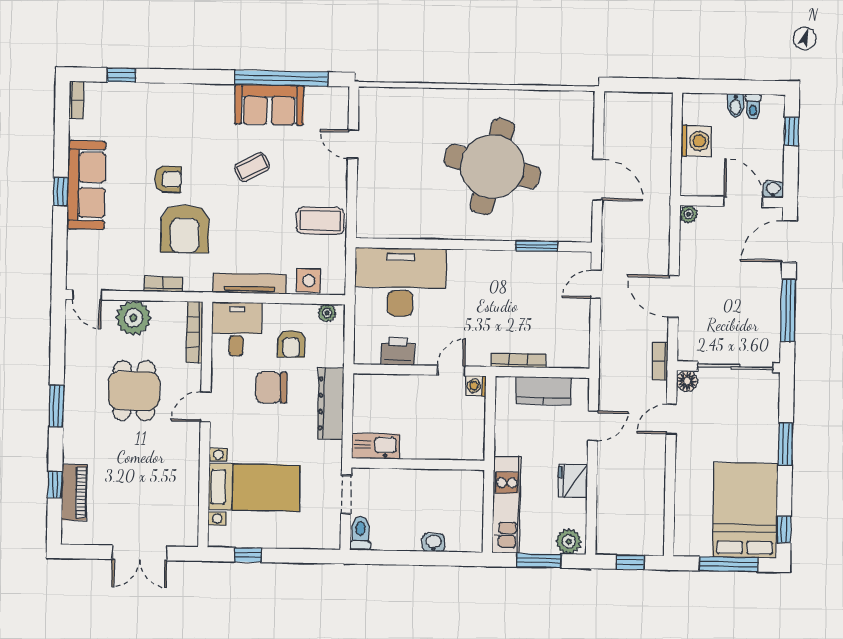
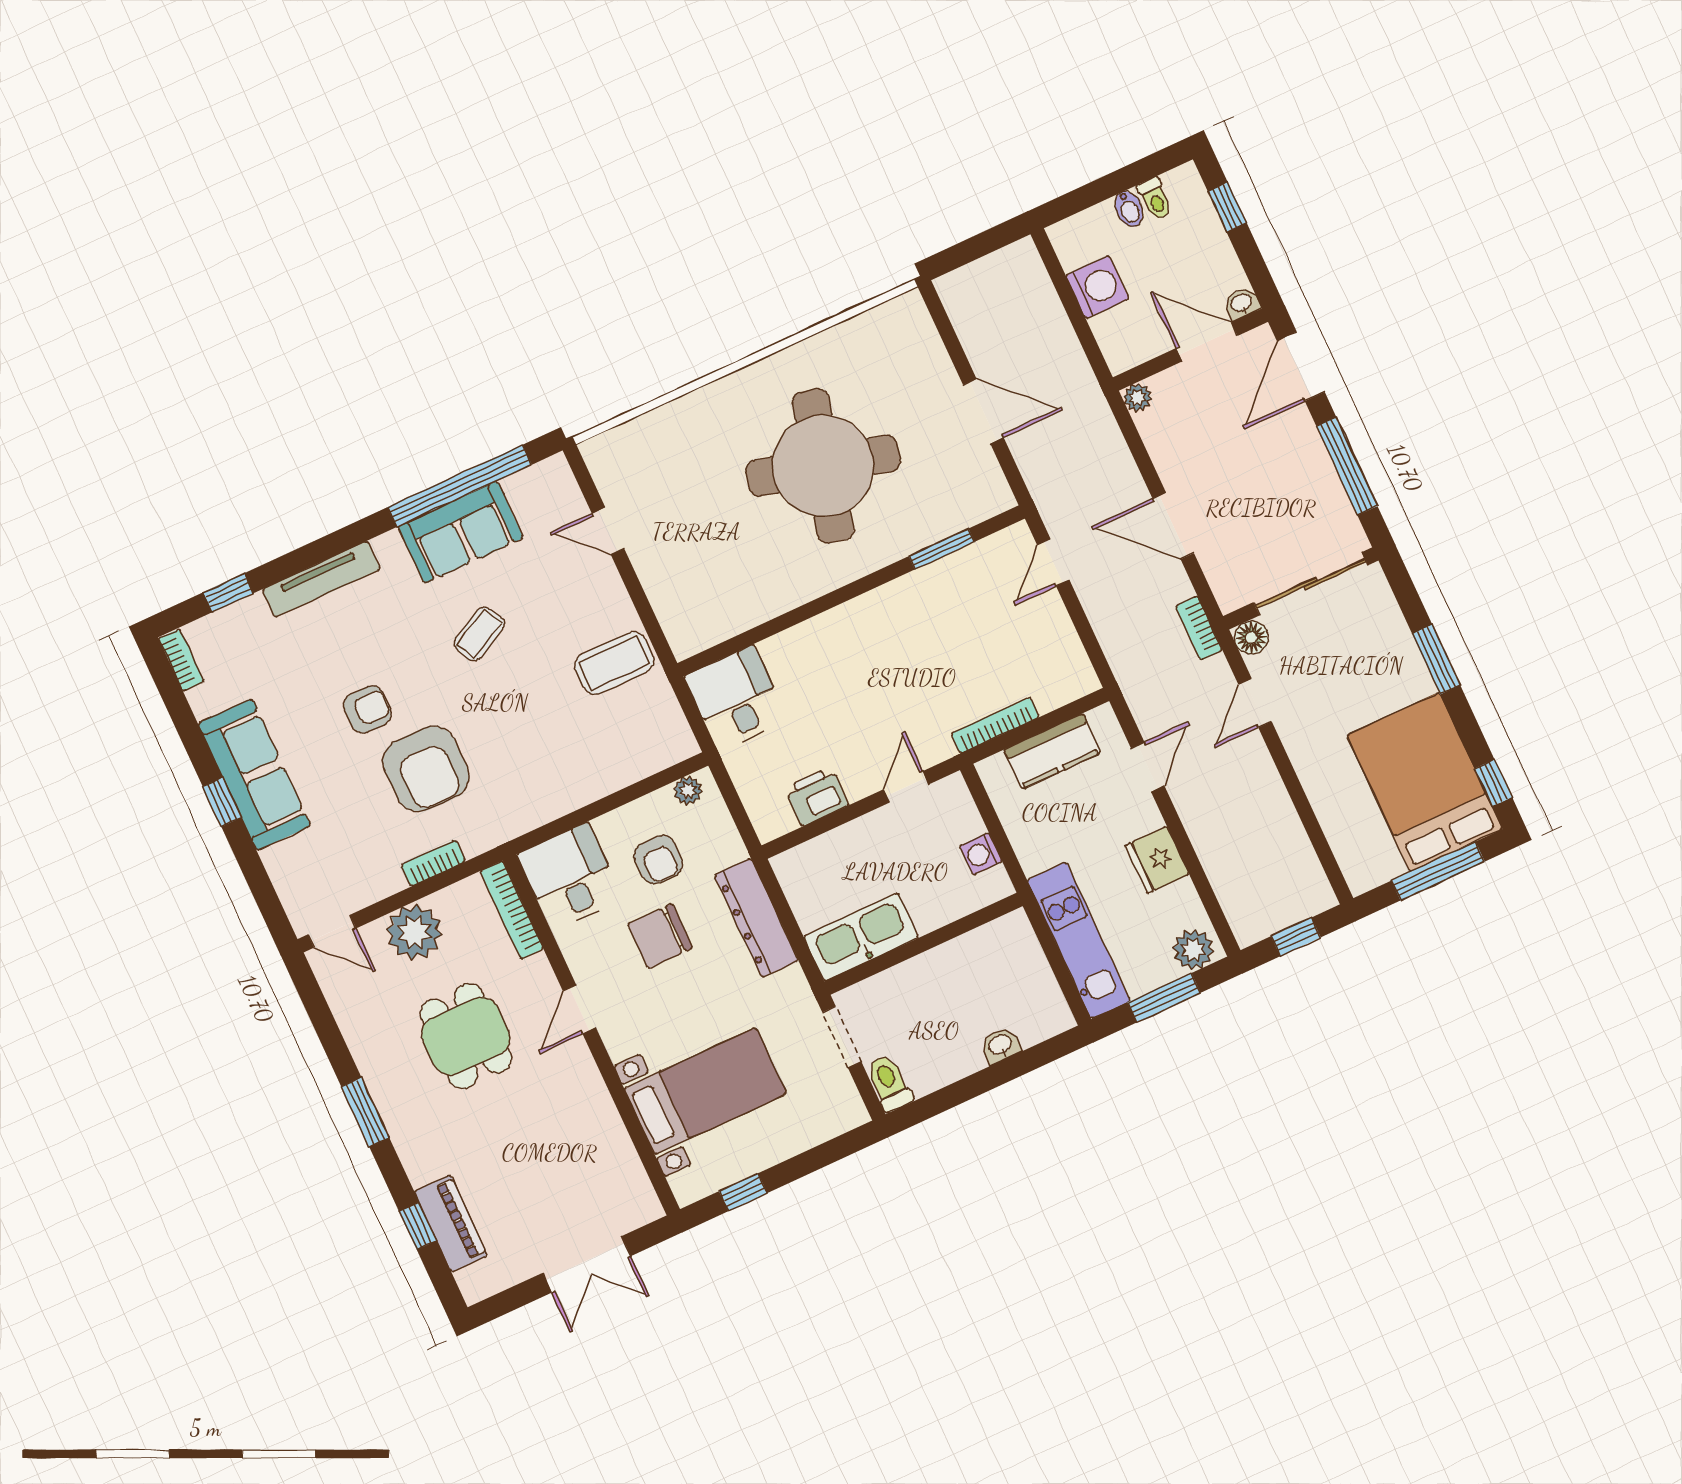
side table: (309, 281) -> (639, 757), removed
desk: (400, 282) -> (736, 698), width x0.53, depth x0.77
tv unit: (250, 283) -> (321, 579), moved, turned 180
washing machine: (476, 386) -> (981, 854), moved
kitchen sink: (376, 446) -> (861, 937), width x1.36, depth x1.24

